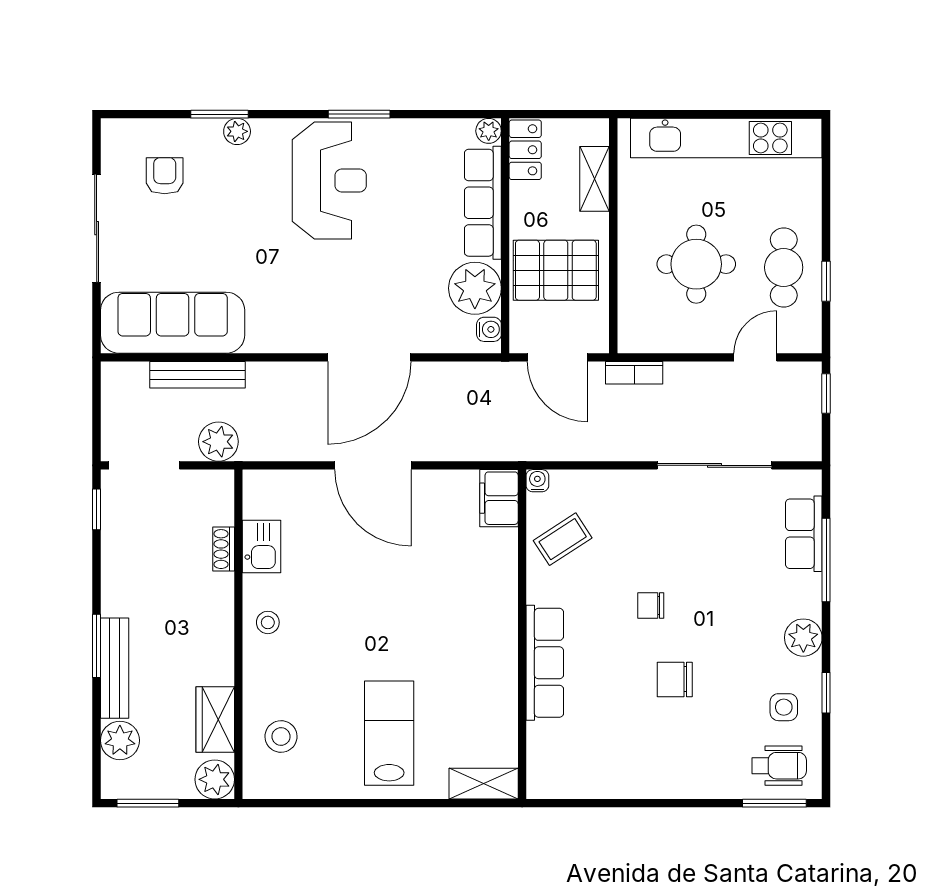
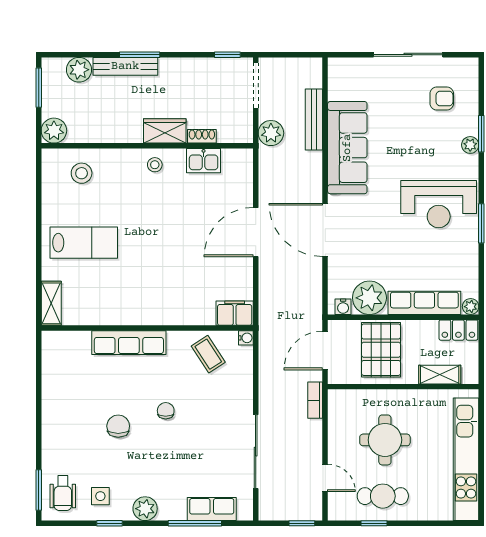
sofa: (173, 323) -> (347, 148), moved
wardrobe: (215, 720) -> (165, 131), moved

